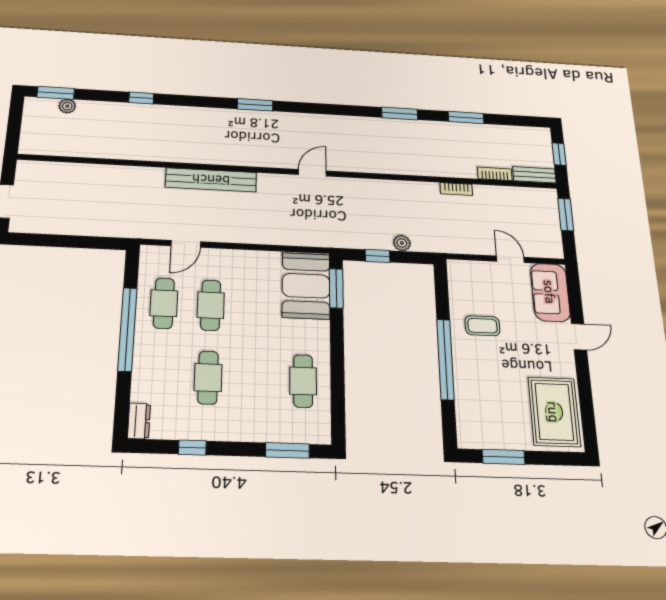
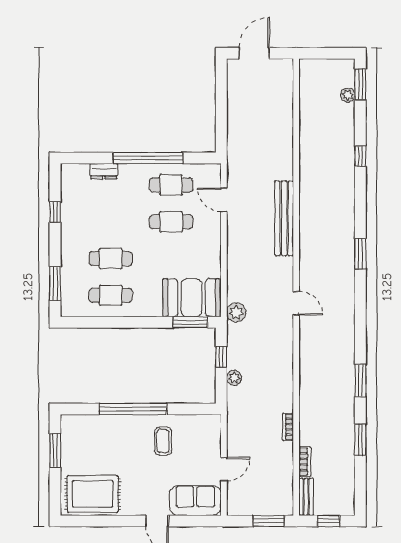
plant: (324, 237) -> (236, 312), added
cafe table: (208, 378) -> (111, 259), moved
dresser: (139, 421) -> (104, 171), moved

